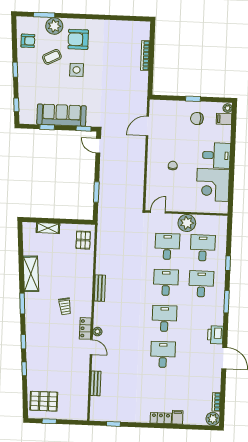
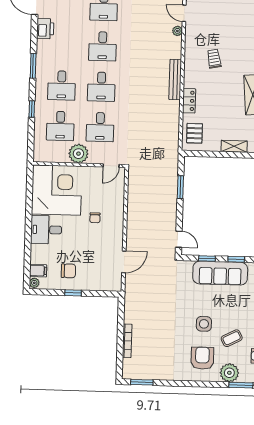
window: (132, 18) -> (142, 382), added
armchair: (78, 39) -> (202, 358), turned -90
window: (84, 129) -> (207, 258), moved
corner desk: (213, 185) -> (57, 190), width x1.36, depth x1.36
bench: (100, 288) -> (175, 80), width x1.36
locker: (85, 328) -> (189, 101), moved

